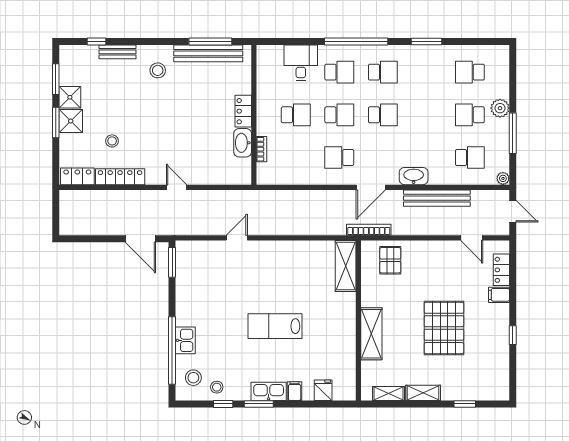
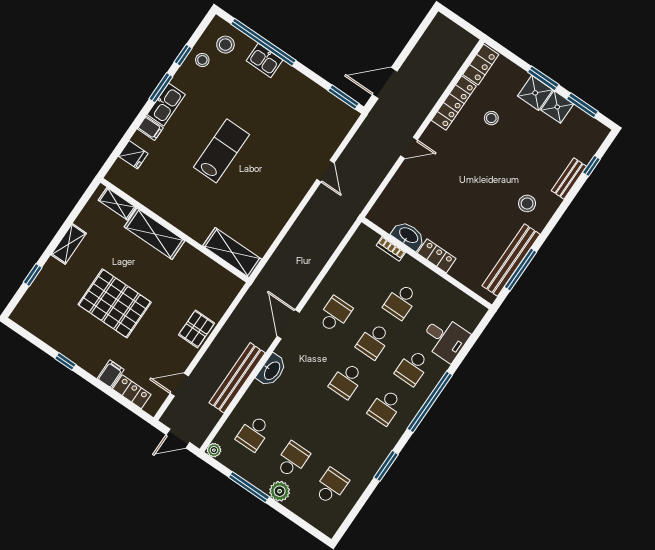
bookcase: (369, 230) -> (251, 296), removed
pallet: (390, 260) -> (197, 329), moved, turned 90
shelving: (388, 393) -> (117, 204), moved, turned 90

